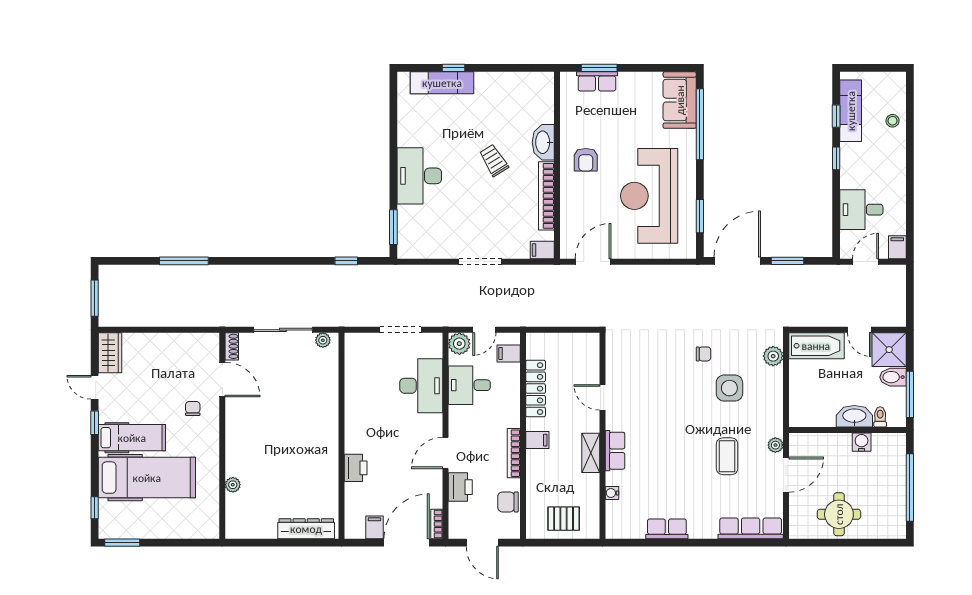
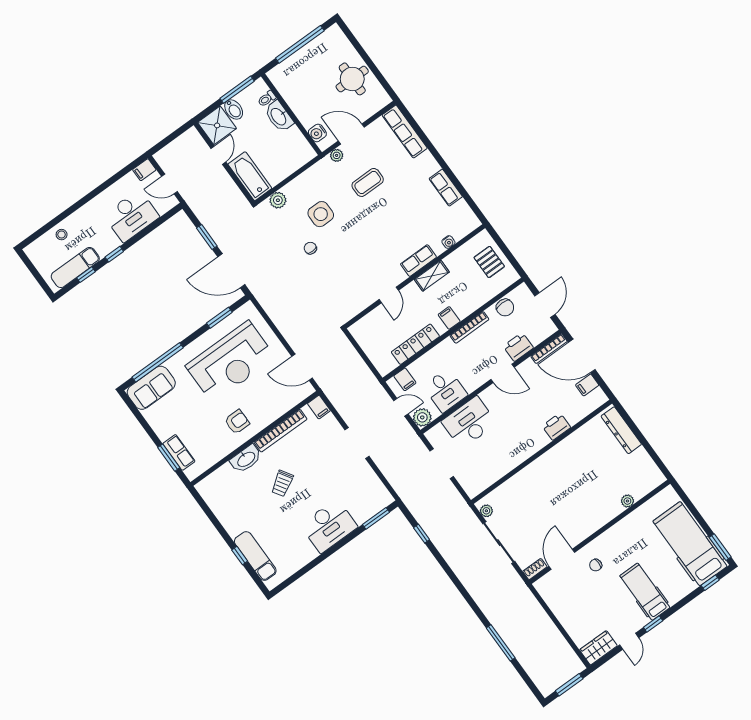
desk: (861, 210) -> (131, 216), width x1.37
water cooler: (862, 442) -> (317, 133), moved
hospital bed: (147, 478) -> (690, 544), moved
bookcase: (437, 524) -> (549, 349), width x1.56

